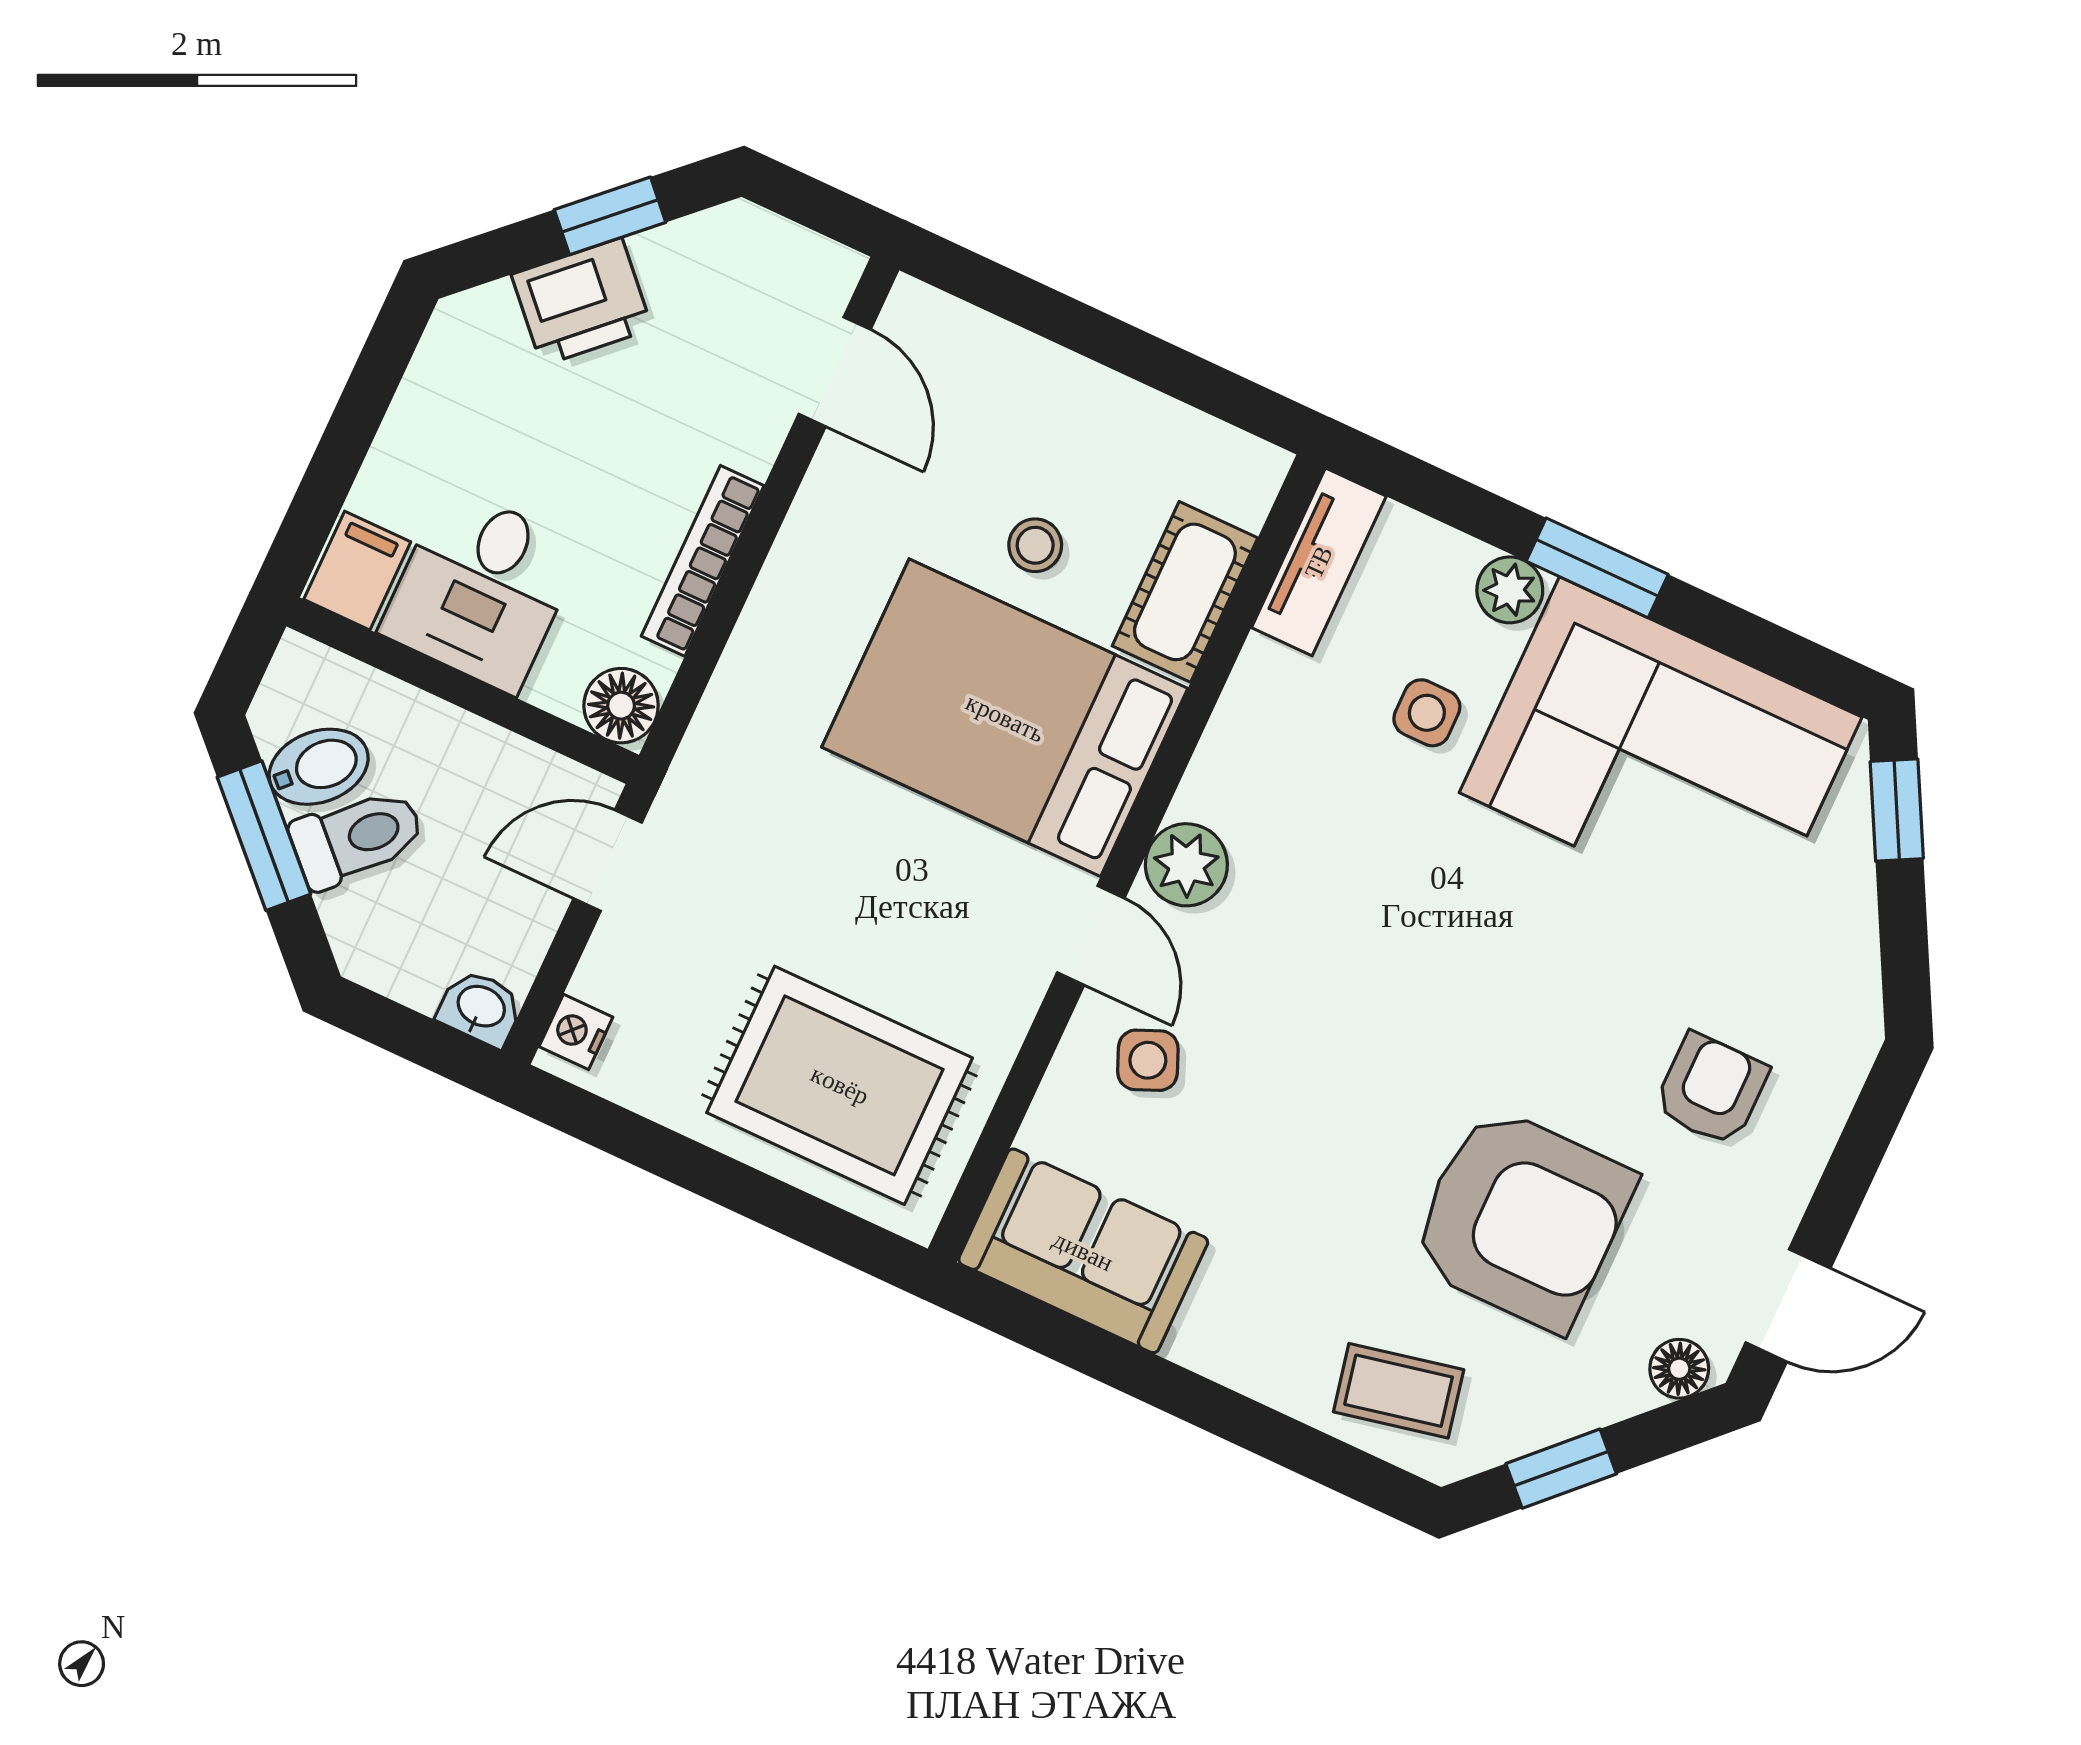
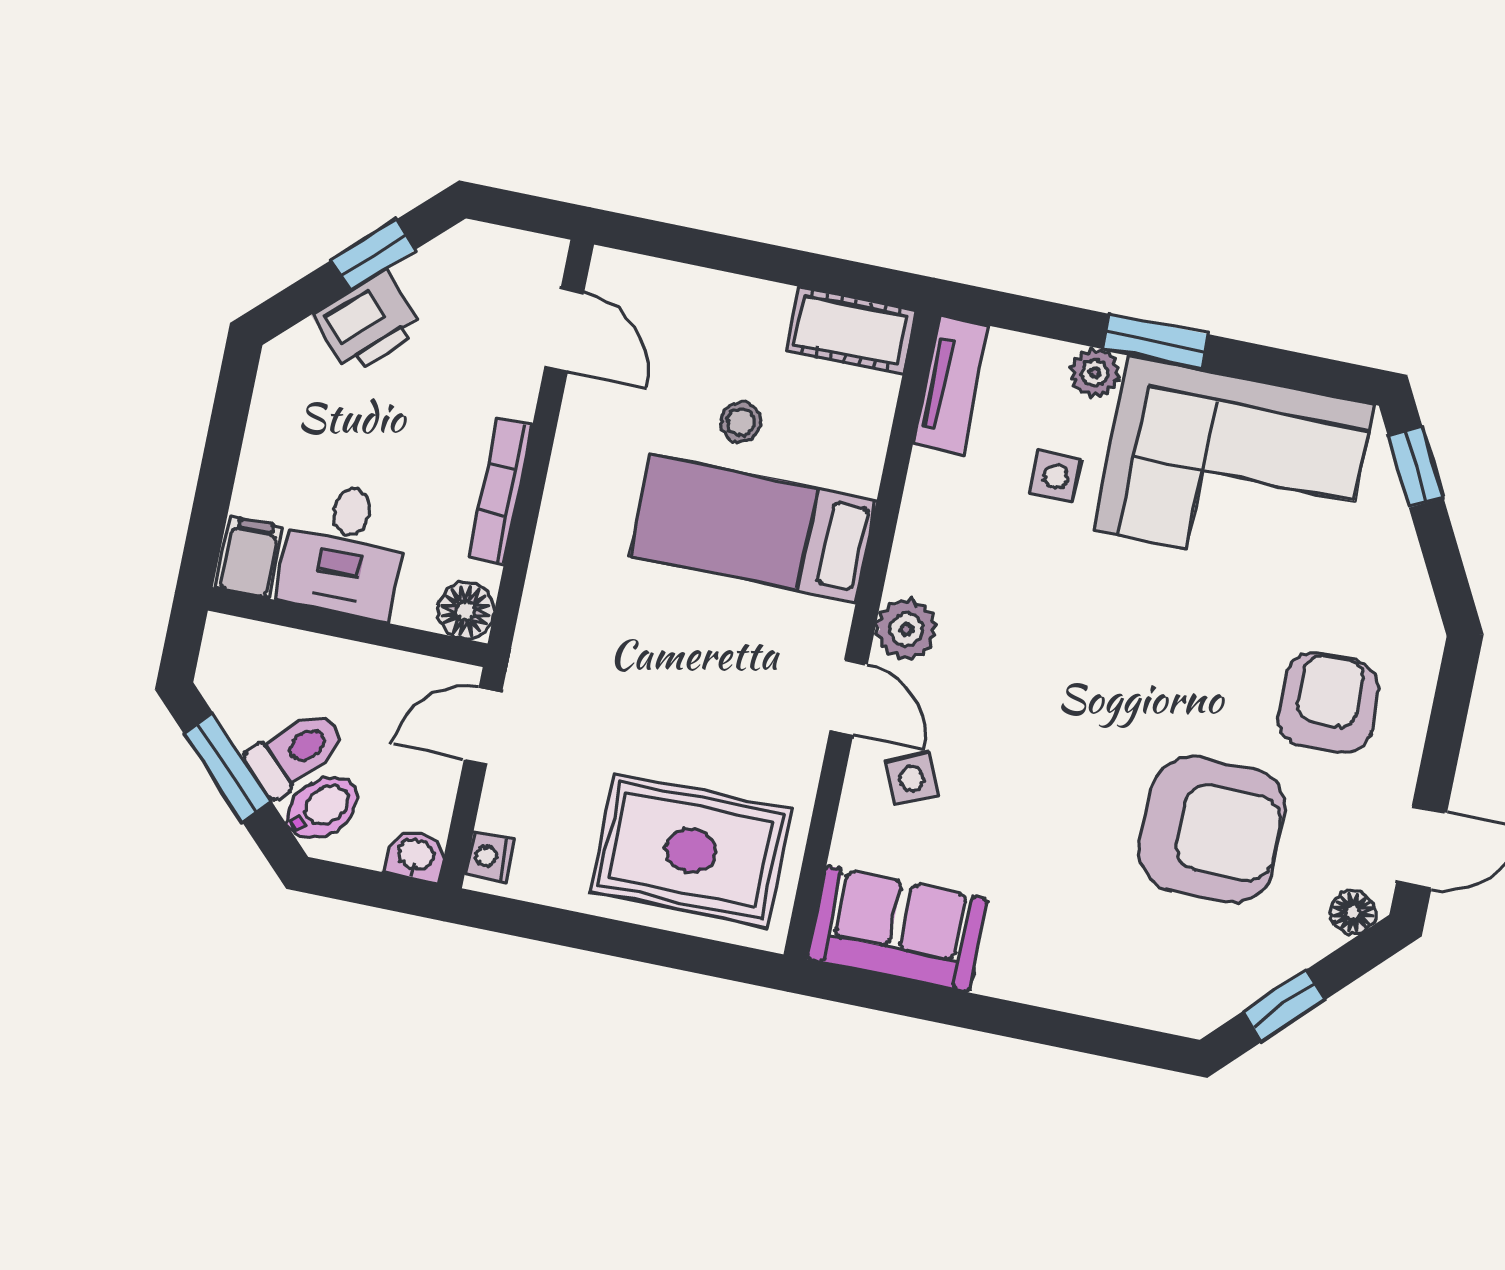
cot: (1185, 592) -> (851, 331), moved, turned 90
bed: (1005, 718) -> (753, 528), width x0.67
bidet: (319, 767) -> (322, 808), moved
armchair: (1711, 1089) -> (1328, 703), width x1.38, depth x1.38
coffee table: (1399, 1391) -> (1152, 977), removed

